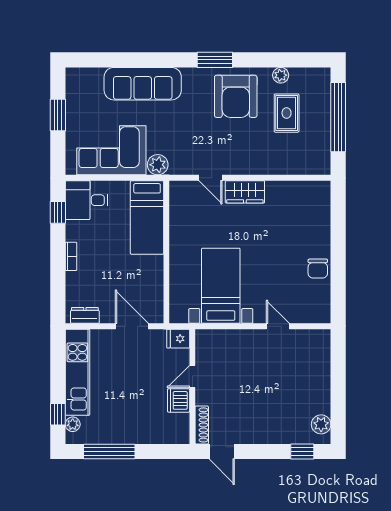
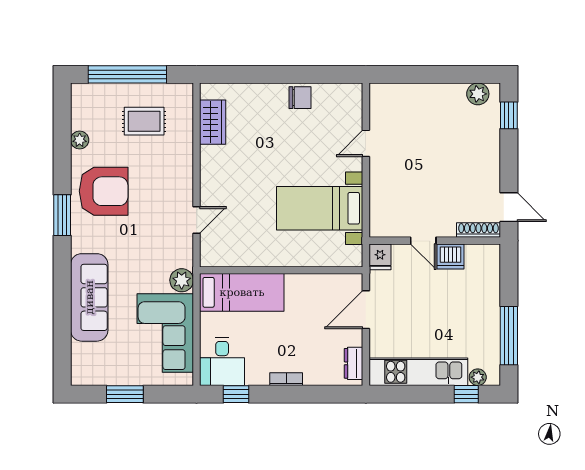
rug: (287, 113) -> (144, 121), moved
wardrobe: (245, 192) -> (213, 122), moved
door: (222, 452) -> (509, 207), hinge flipped

